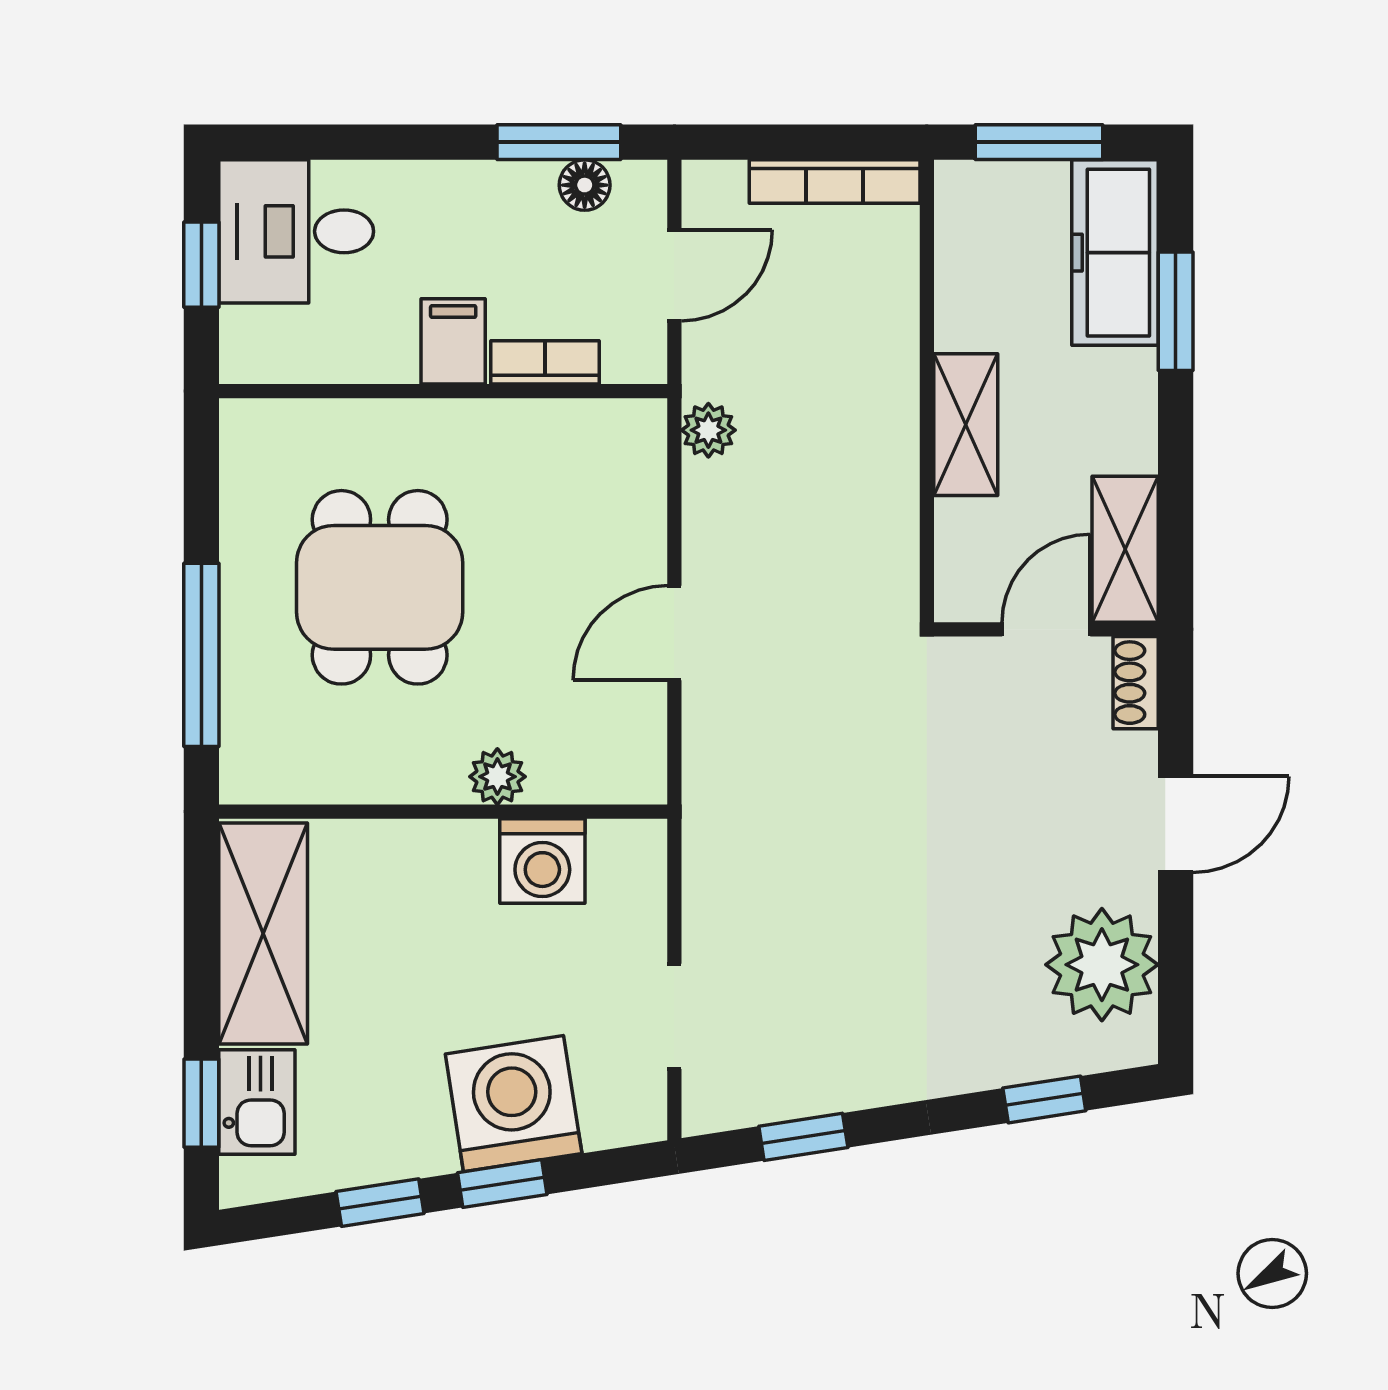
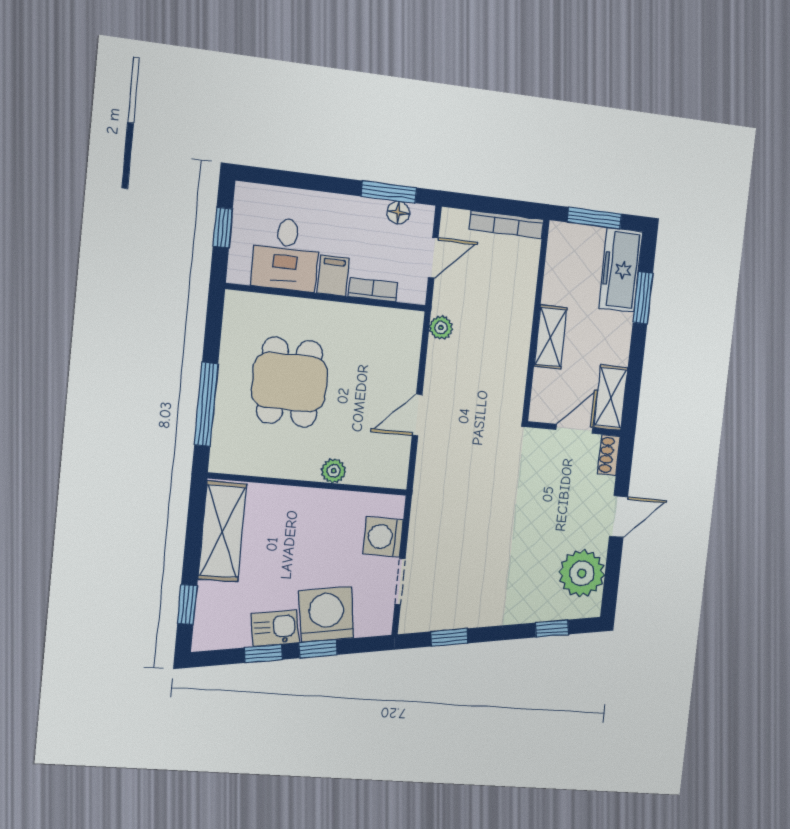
desk: (296, 231) -> (286, 254), moved, turned -90
washing machine: (542, 861) -> (383, 537), moved, turned 90
kitchen sink: (257, 1102) -> (275, 628), moved, turned -99

